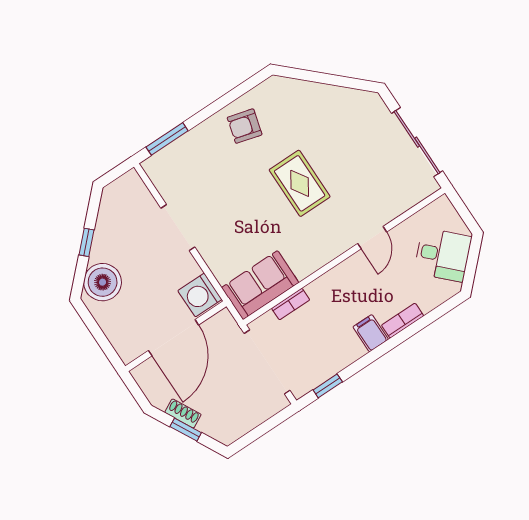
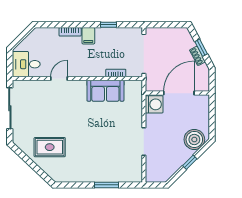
armchair: (245, 126) -> (83, 167), removed
window: (167, 139) -> (107, 185), moved
rug: (300, 183) -> (50, 147), moved, turned 90
desk: (443, 255) -> (26, 64), moved, turned -45
sofa: (260, 285) -> (105, 91), moved
window: (328, 386) -> (108, 25), moved

